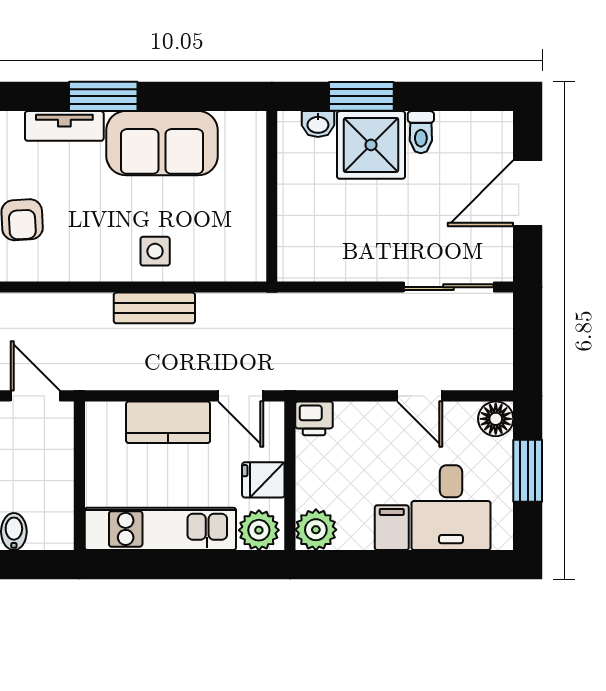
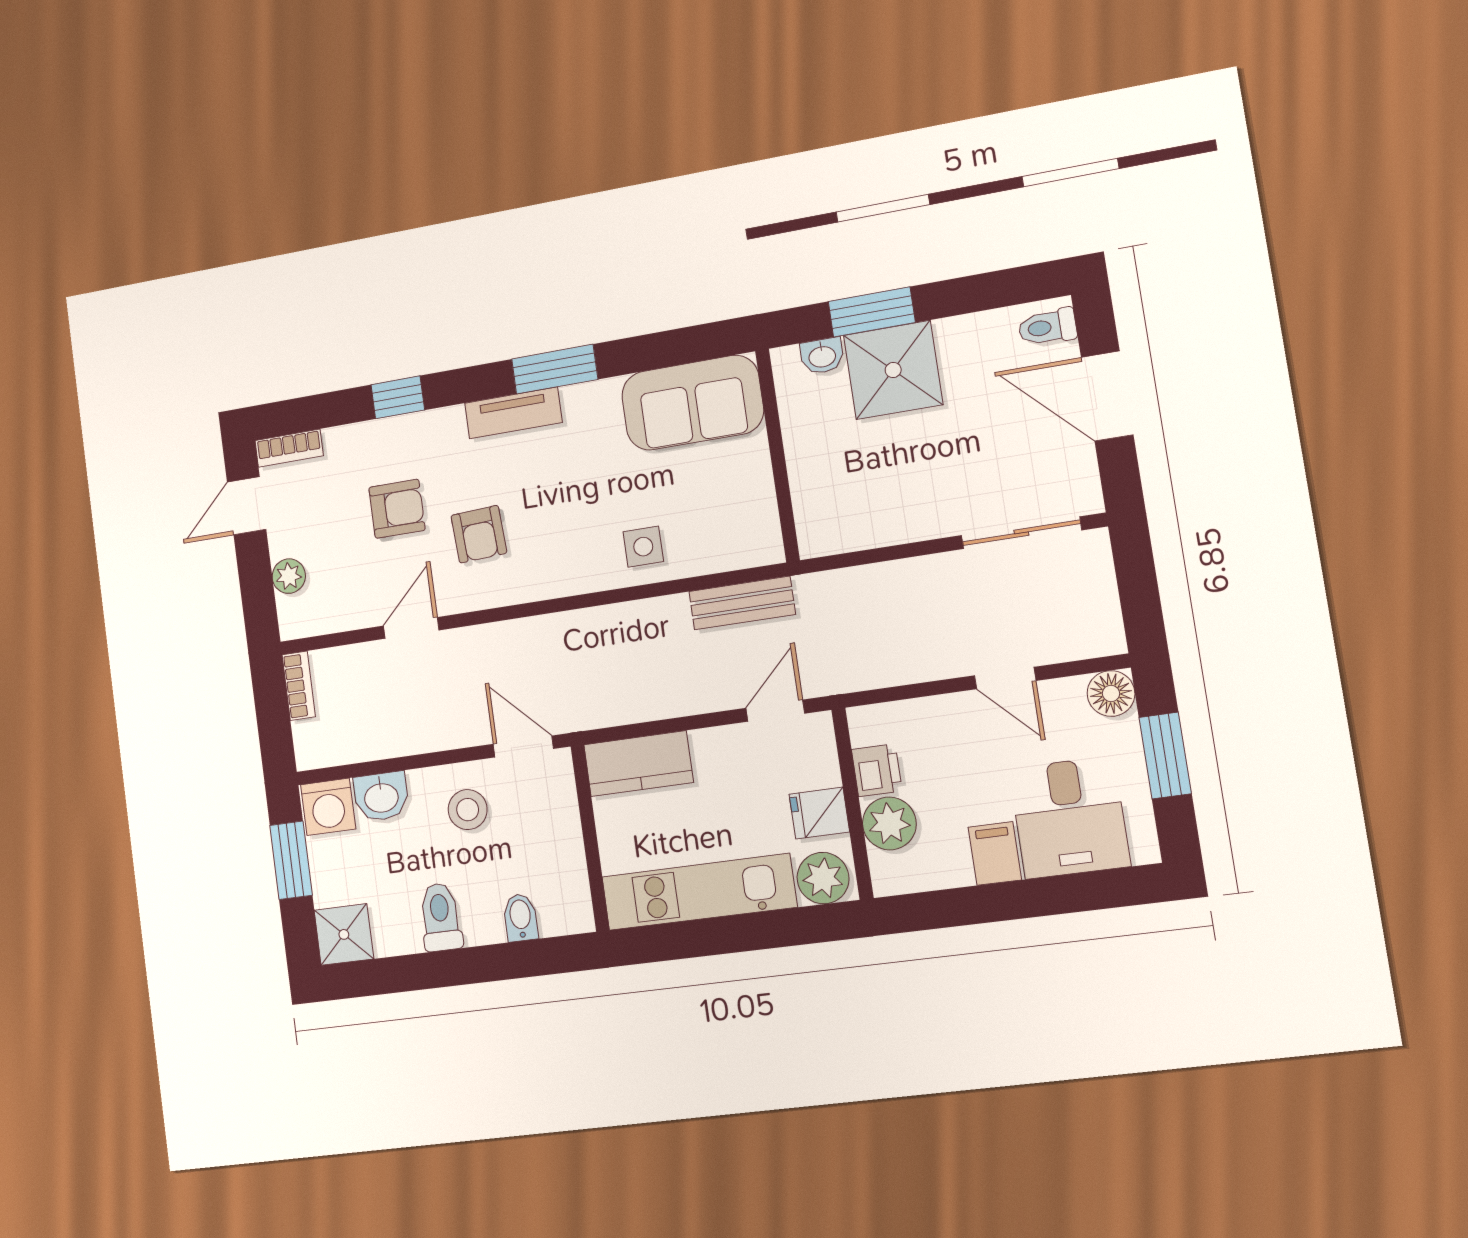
toilet: (421, 132) -> (1047, 327), moved, turned 90
sofa: (162, 143) -> (692, 403), moved
door: (528, 193) -> (1107, 396), hinge flipped
bench: (154, 308) -> (742, 603), moved
door: (241, 396) -> (775, 711), swing flipped
printer: (314, 418) -> (877, 770), moved, turned -90
kitchen counter: (168, 422) -> (638, 764), moved
plant: (316, 530) -> (889, 823), moved

